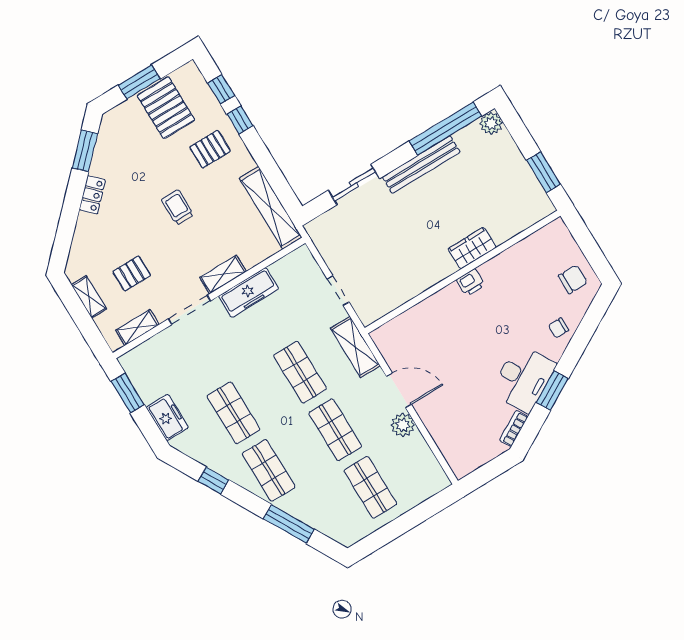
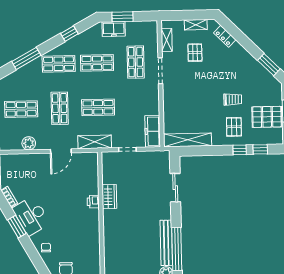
bench: (421, 165) -> (166, 243), moved
locker: (92, 195) -> (225, 36), moved
trolley: (178, 207) -> (233, 99), moved
wardrobe: (472, 248) -> (109, 197), moved
shelving: (223, 274) -> (168, 97), removed
printer: (471, 282) -> (93, 202), moved
freezer: (249, 292) -> (153, 131), moved
shop shelf: (198, 355) -> (136, 62), added
window: (128, 393) -> (122, 17), moved
plant: (403, 425) -> (29, 143), moved
shop shelf: (335, 430) -> (60, 108), turned 90

